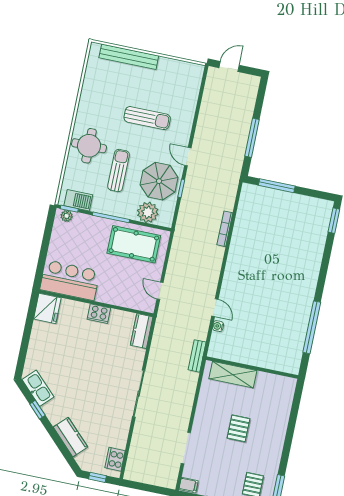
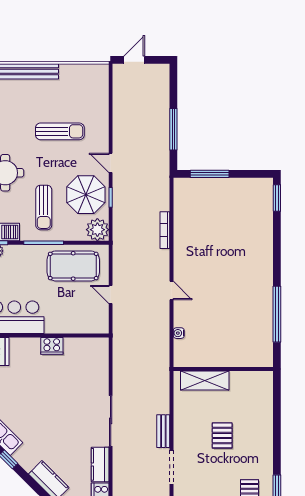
sun lounger: (119, 171) -> (44, 207), moved, turned 180
plant: (148, 212) -> (97, 230), moved
door: (160, 291) -> (111, 294), moved
door: (215, 308) -> (171, 291), moved
kitchen counter: (142, 331) -> (100, 464), moved
bench: (197, 356) -> (163, 431), moved

